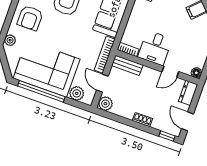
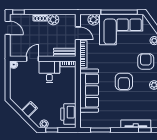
dresser: (188, 93) -> (14, 48), removed
plant: (105, 104) -> (53, 20), moved

